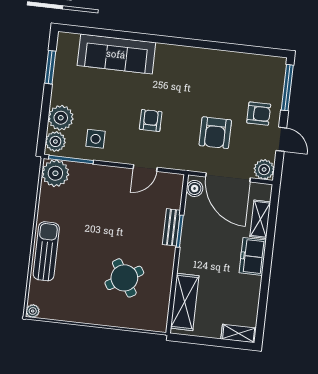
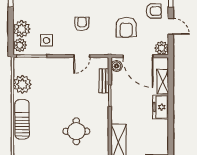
plant: (55, 173) -> (22, 84), moved
bench: (171, 227) -> (104, 81), moved
round table: (124, 278) -> (76, 131), turned 31

